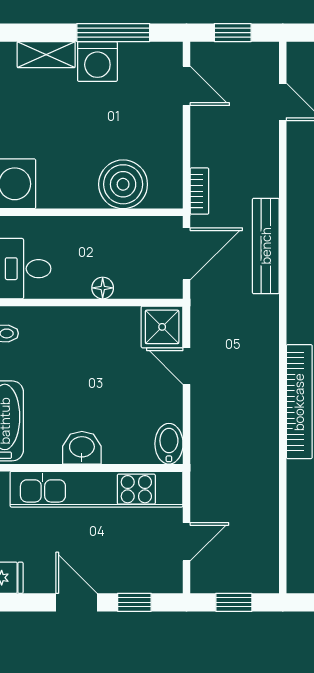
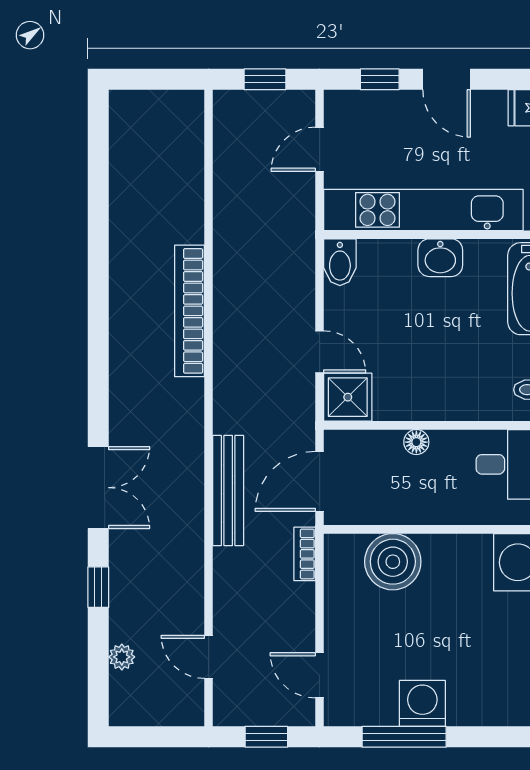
shelving: (46, 55) -> (482, 711), removed

